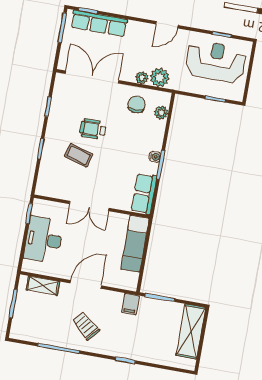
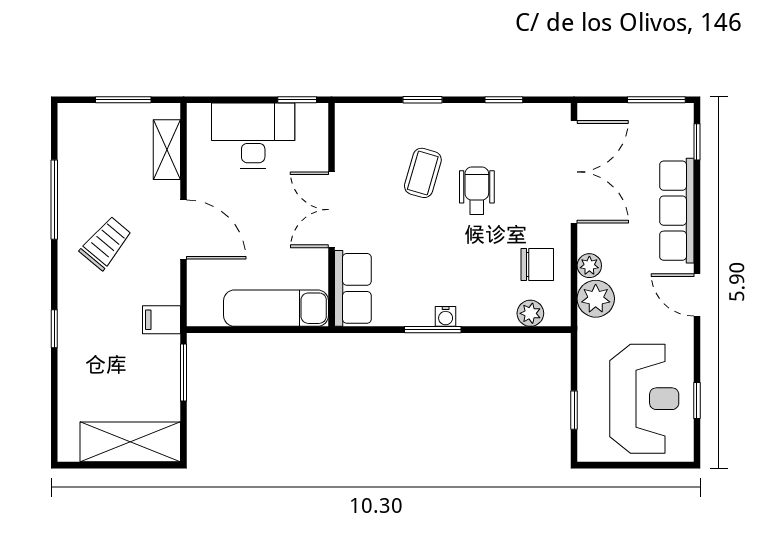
row of seats: (99, 23) -> (677, 211), moved
row of seats: (144, 194) -> (353, 288), moved, turned 90

